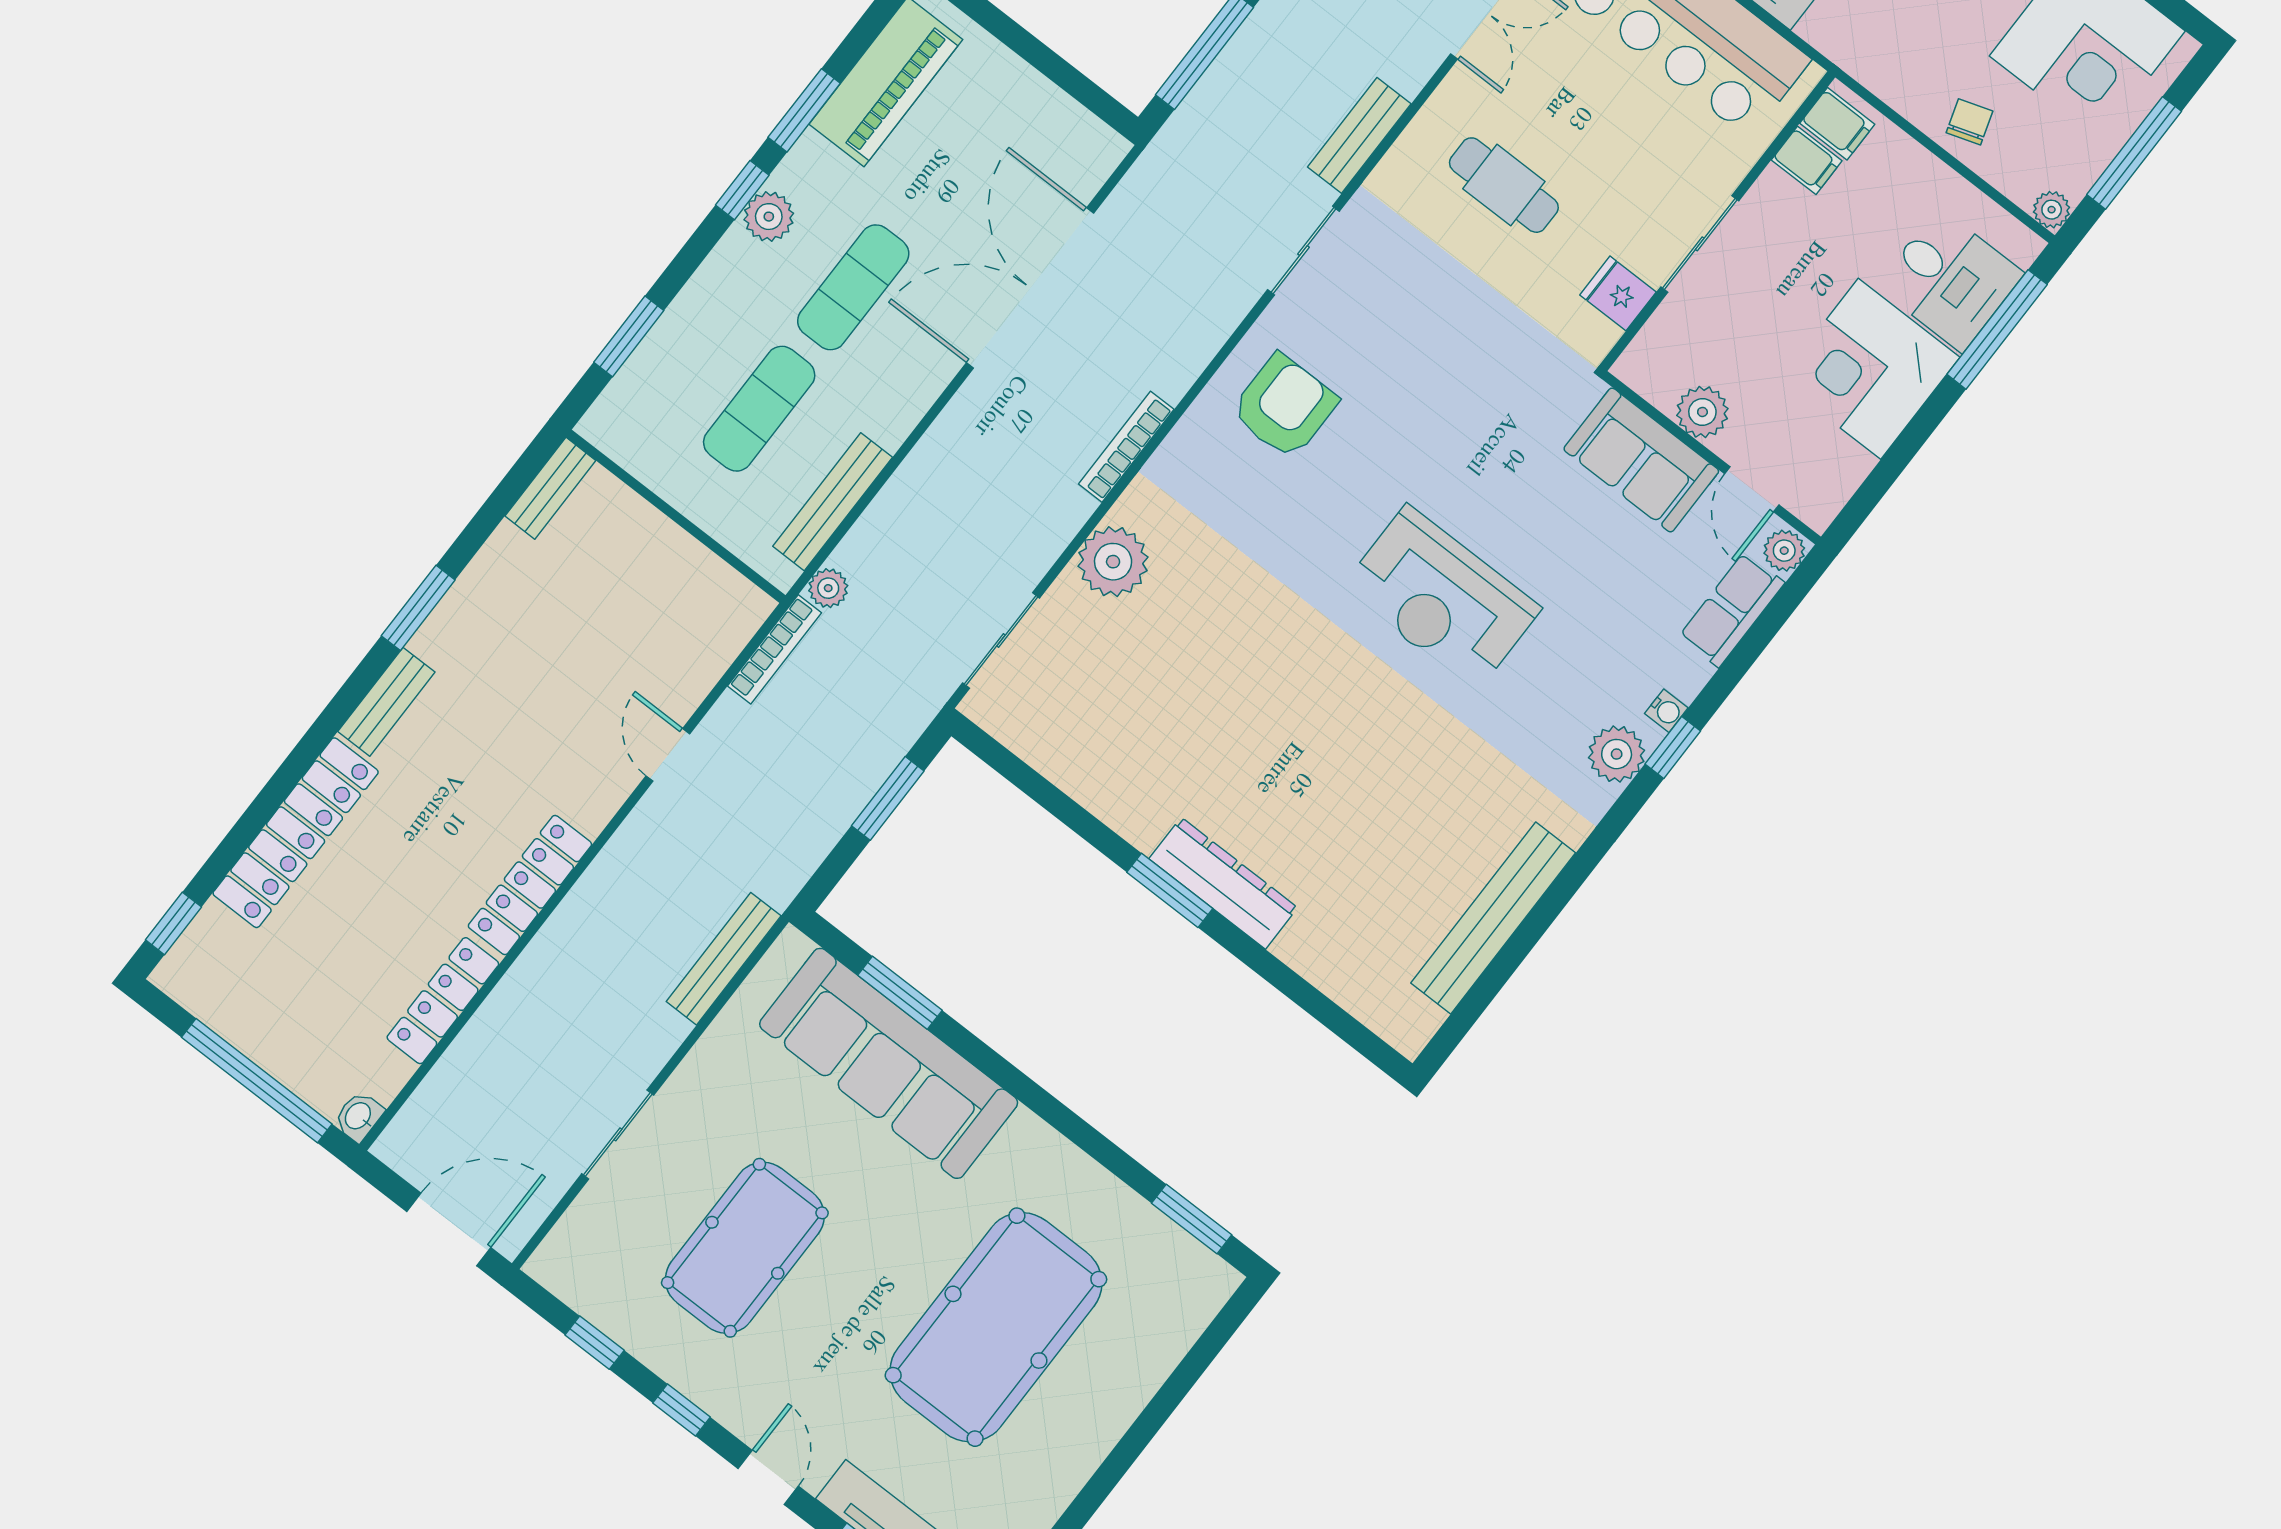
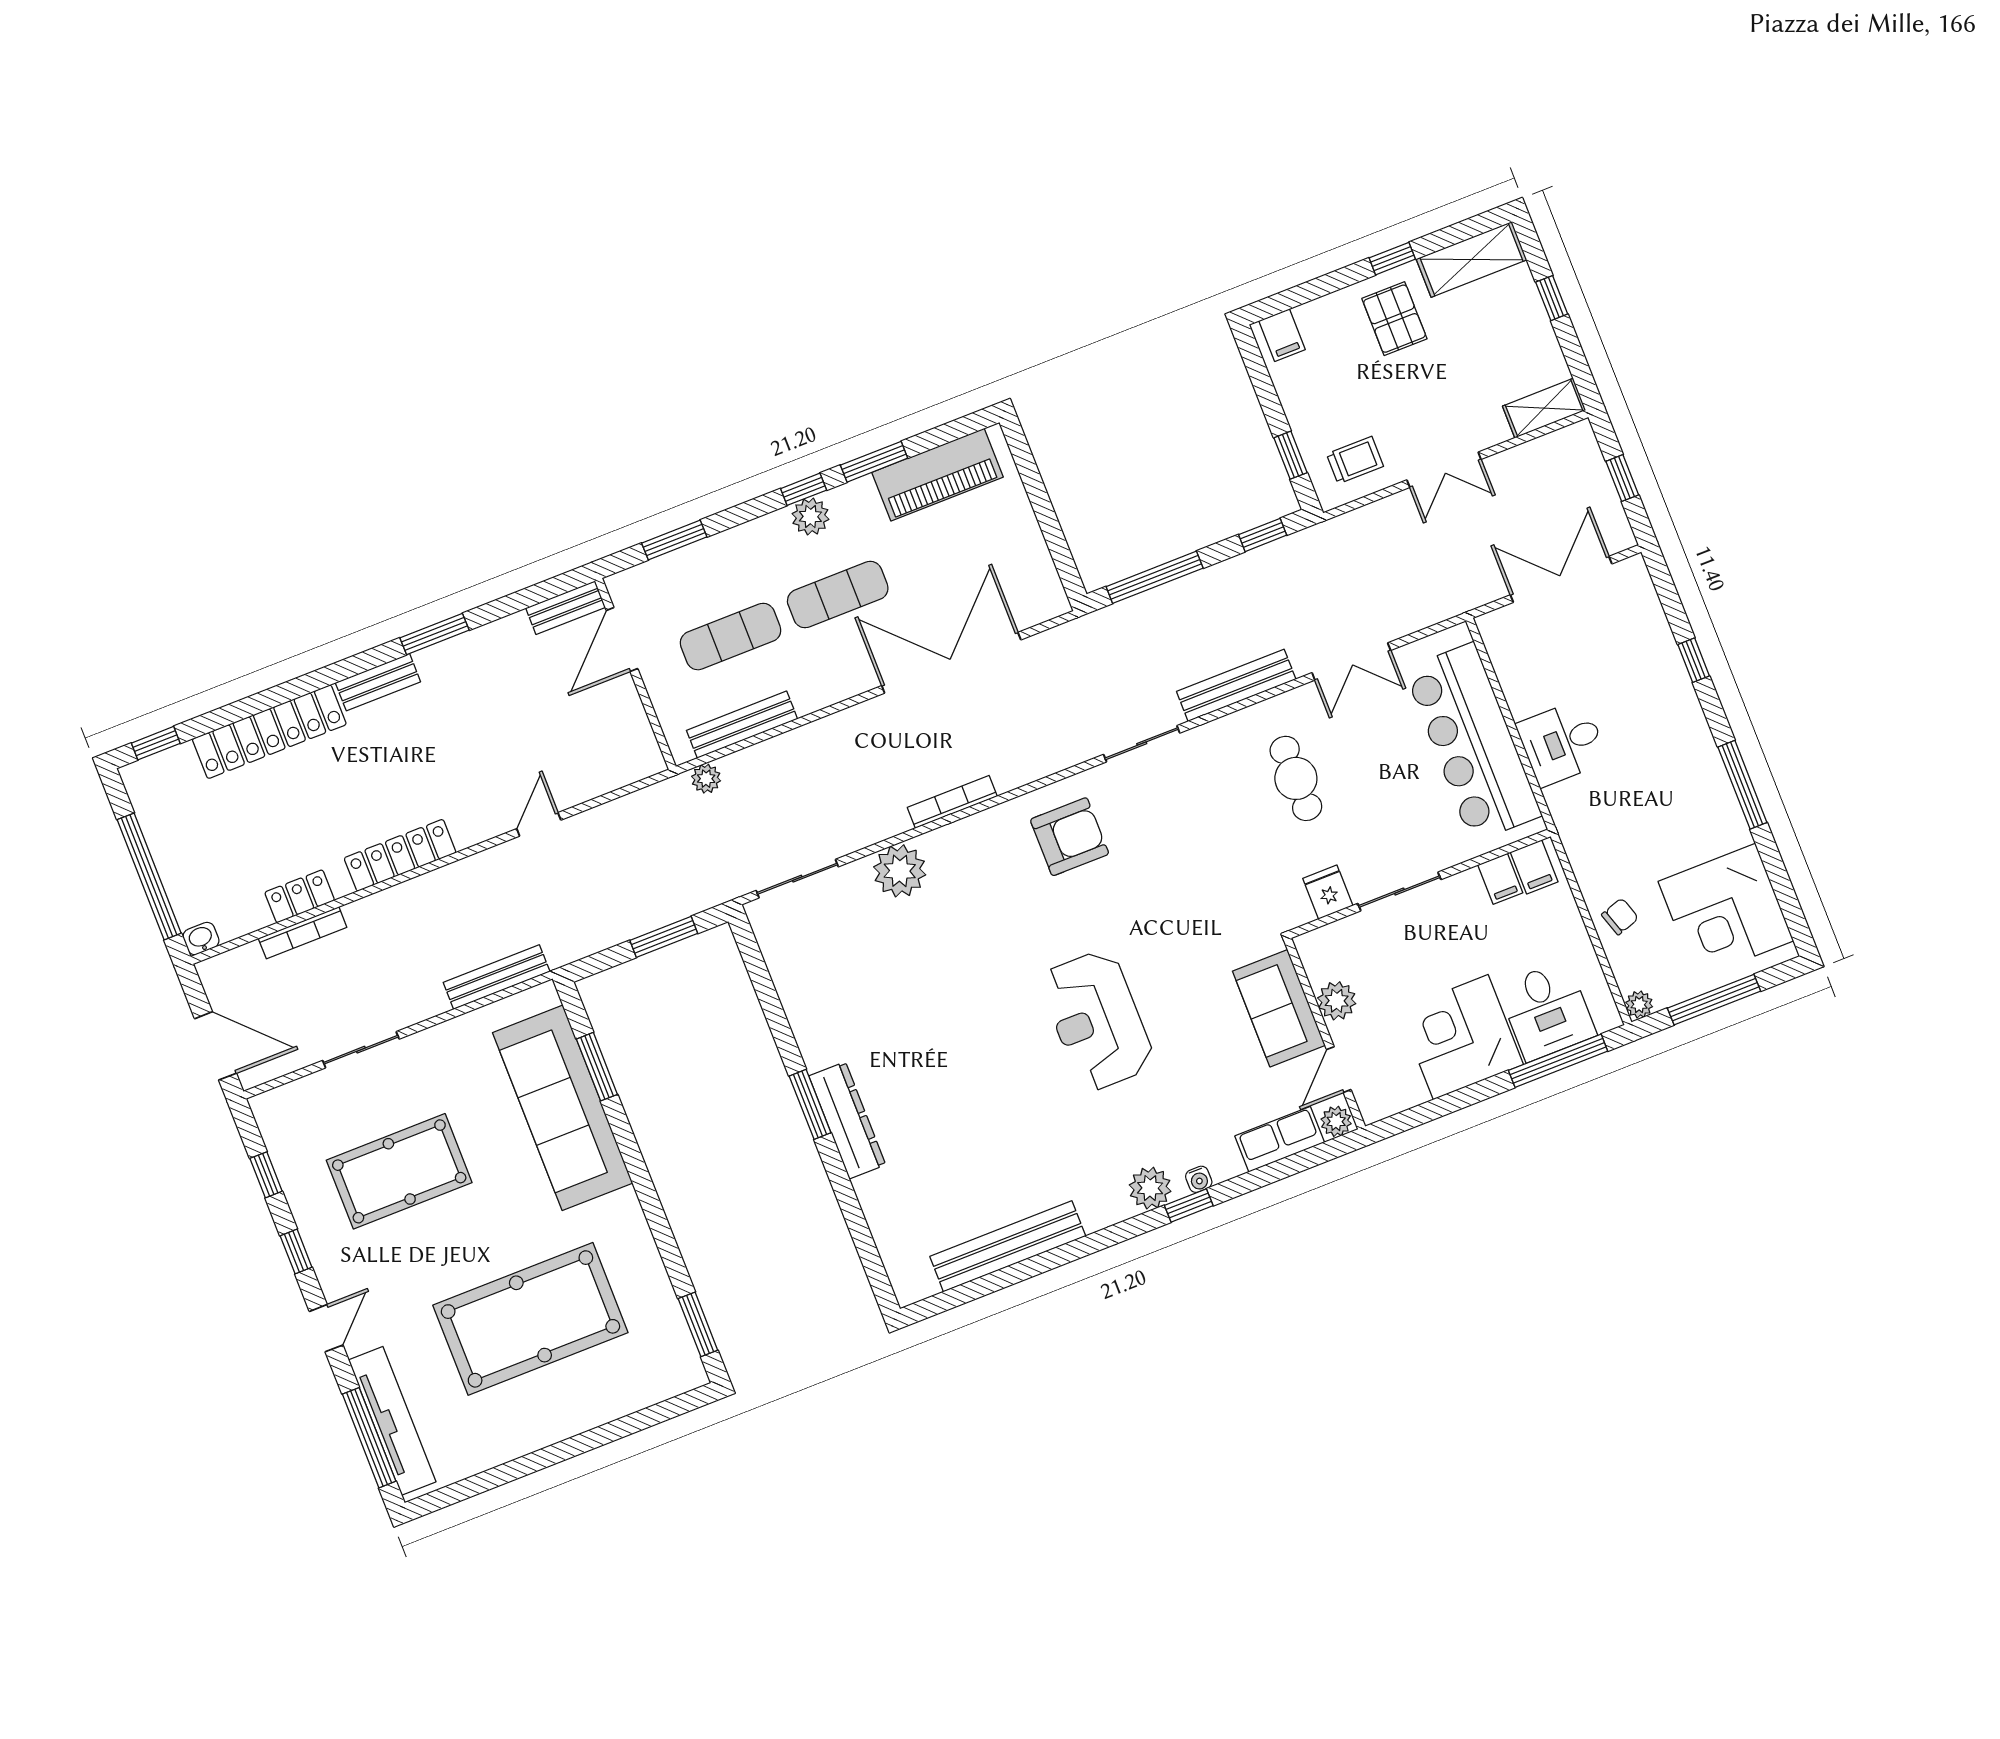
bench: (1359, 135) -> (1236, 685), width x1.36
door: (637, 486) -> (622, 639), added
bookcase: (774, 649) -> (303, 933), moved
locker: (443, 1001) -> (300, 896), width x0.66

